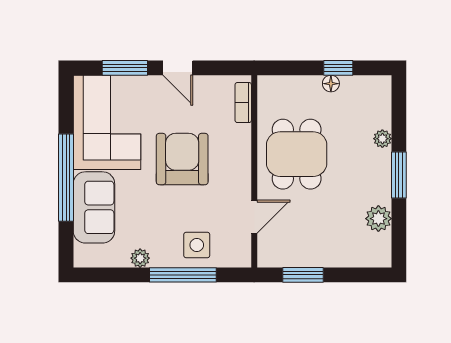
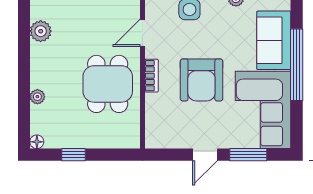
door: (178, 68) -> (205, 155), swing flipped
floor lamp: (331, 84) -> (37, 142), moved
bookcase: (243, 103) -> (151, 76), moved
window: (399, 175) -> (24, 67), removed

